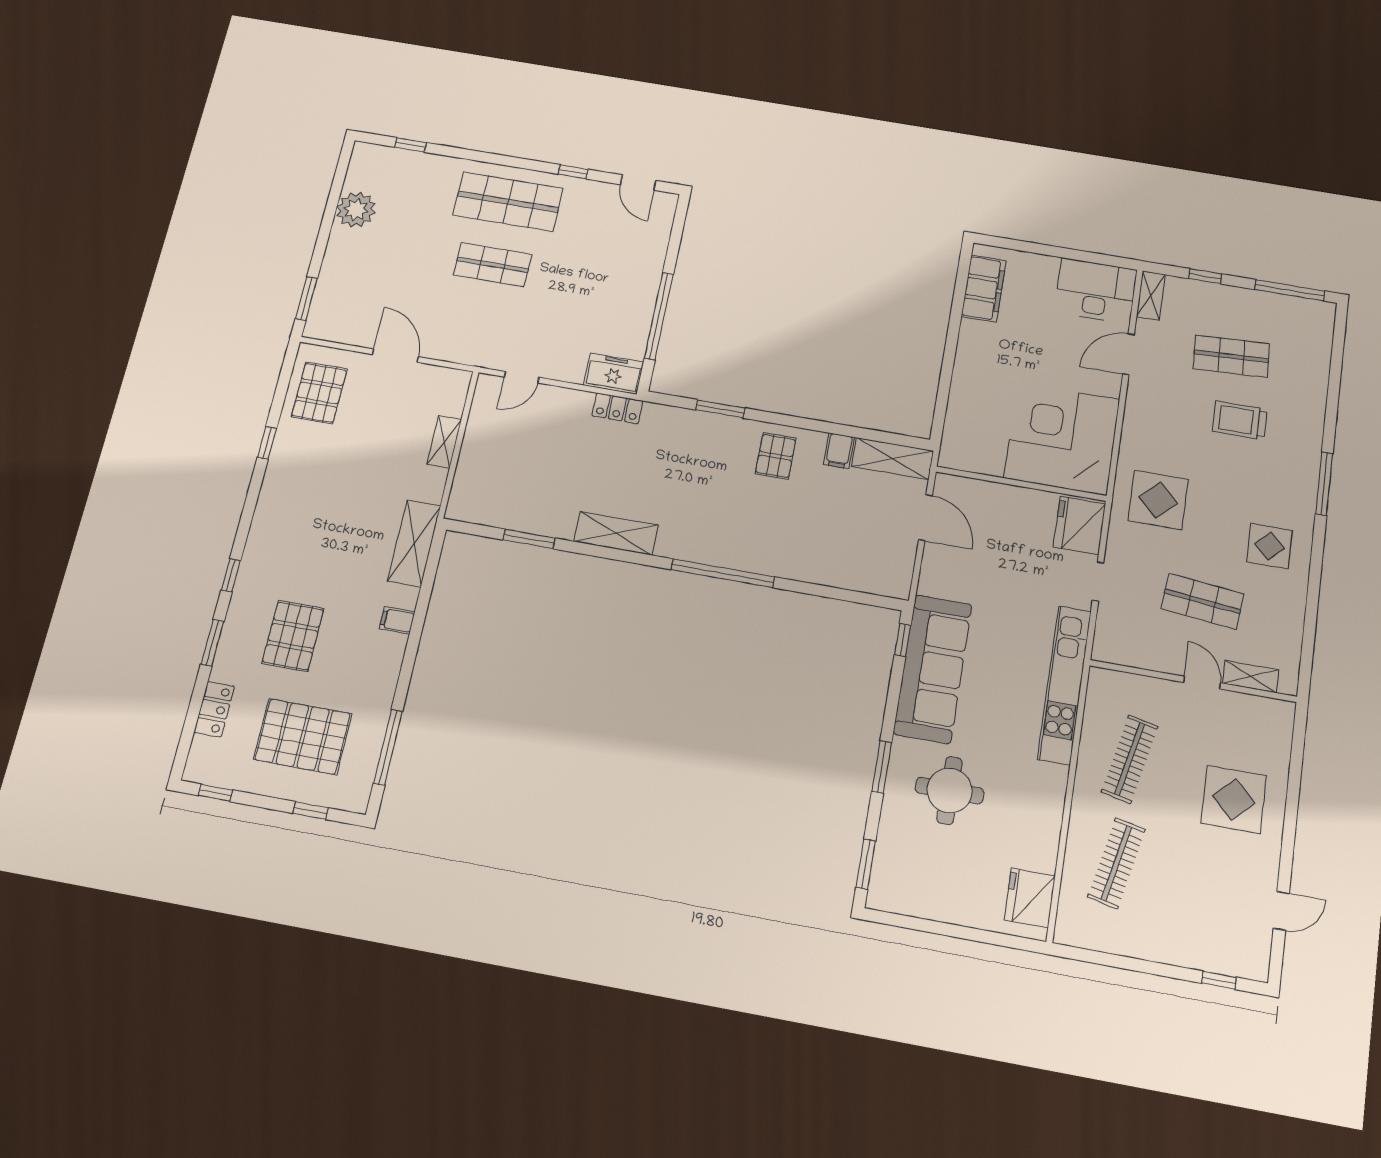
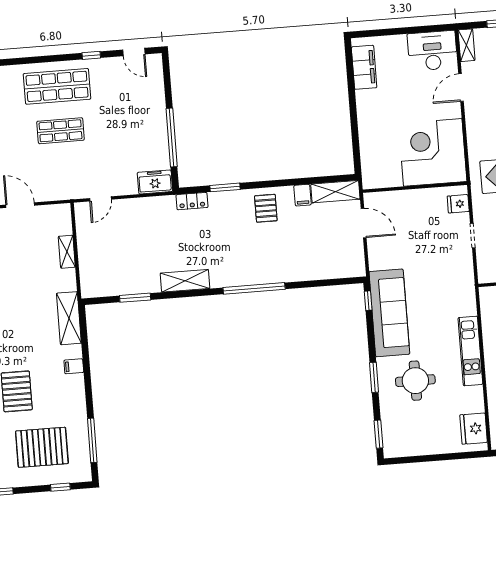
locker: (617, 408) -> (192, 201), moved
fridge: (1079, 525) -> (458, 204), width x0.53, depth x0.75
kitchen unit: (1064, 685) -> (470, 351), moved, width x0.73

